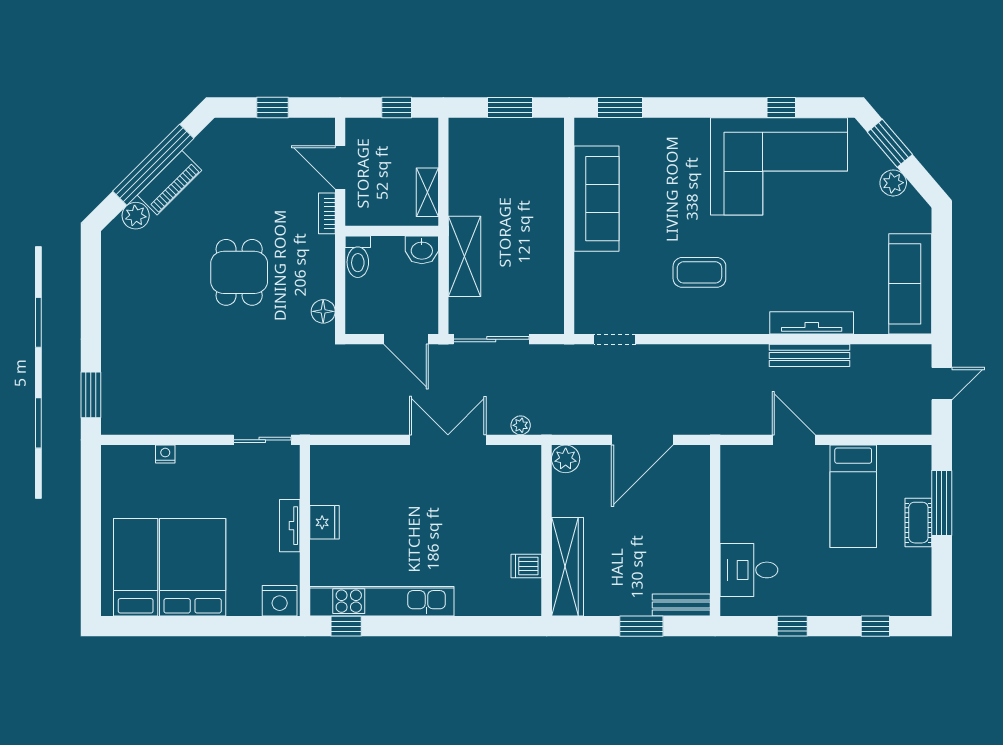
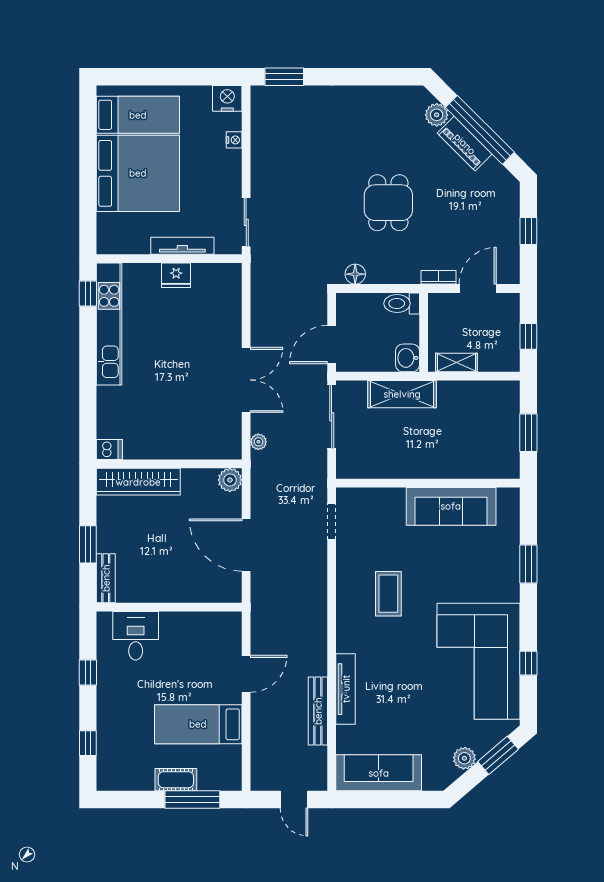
window: (620, 108) -> (528, 564), moved
dining table: (239, 272) -> (388, 203), turned 90
bench: (809, 355) -> (318, 711), moved
tv unit: (290, 526) -> (182, 246), width x1.41
dishwasher: (526, 566) -> (109, 450), moved, turned 90
bed: (193, 567) -> (138, 173), width x1.36
nightstand: (280, 601) -> (227, 98), moved, turned 90

